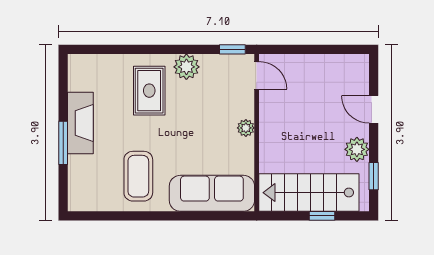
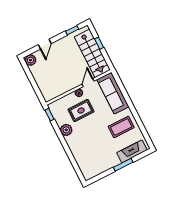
door: (257, 75) -> (88, 83), moved
rug: (149, 91) -> (81, 111), moved
fireplace: (80, 123) -> (132, 151), moved
plant: (357, 149) -> (30, 60), moved

